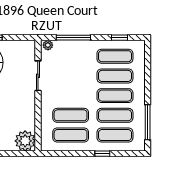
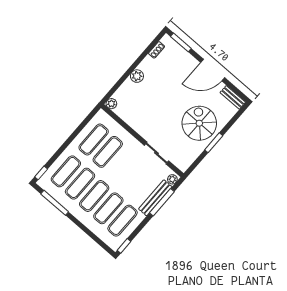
window: (120, 38) -> (124, 246), moved
bench: (74, 46) -> (155, 198), added
plant: (25, 141) -> (111, 104), width x0.53, depth x0.53
window: (102, 154) -> (41, 173), moved

